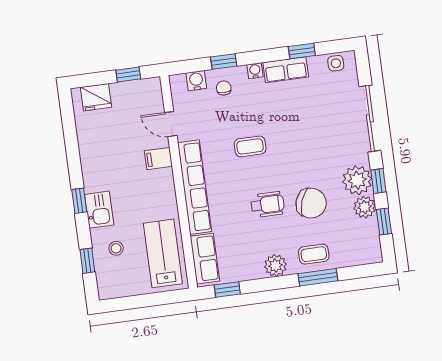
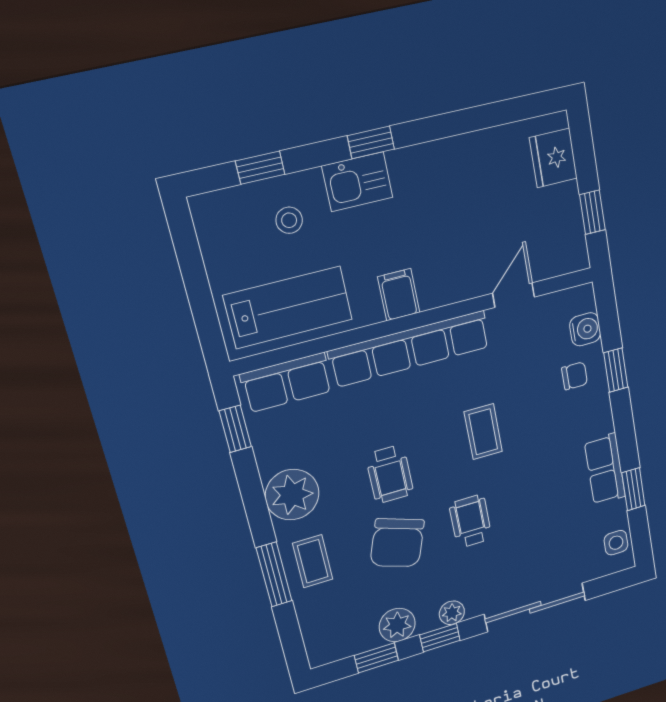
water cooler: (255, 71) -> (603, 422), removed
wheelchair: (305, 157) -> (471, 521), added
filing cabinet: (158, 159) -> (399, 295), moved
plant: (357, 180) -> (452, 613), width x0.53, depth x0.53
plant: (275, 266) -> (292, 495), width x1.36, depth x1.36

